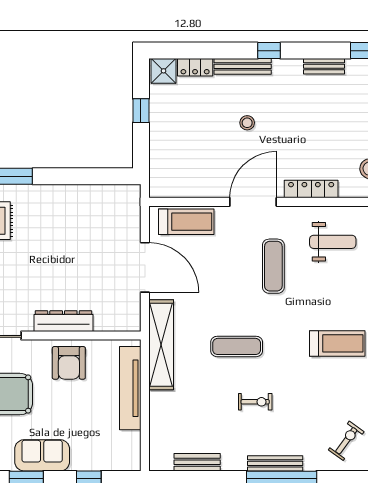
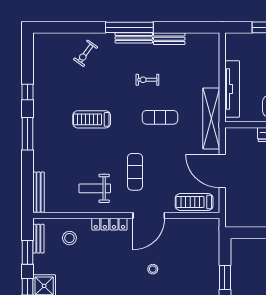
window: (141, 111) -> (225, 277), width x1.50
bench: (197, 462) -> (169, 39), moved

